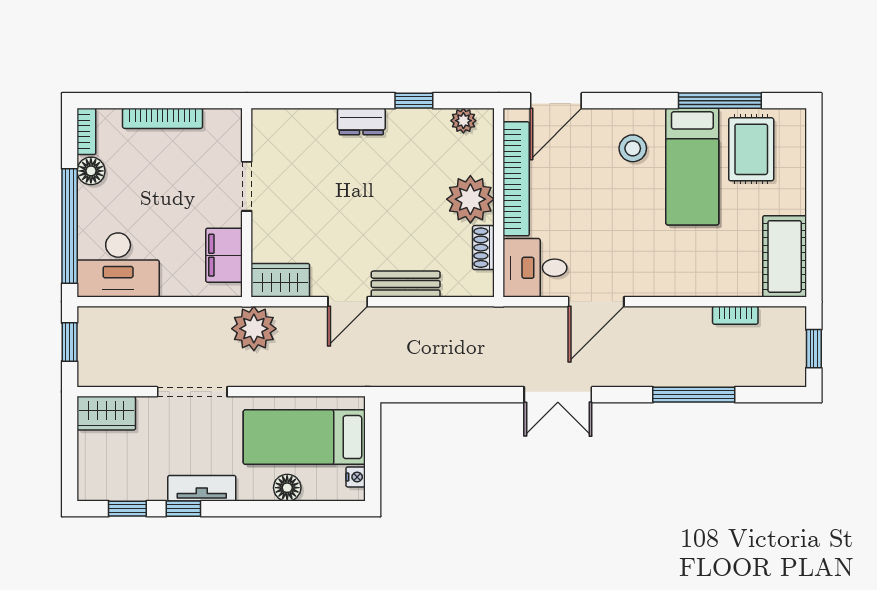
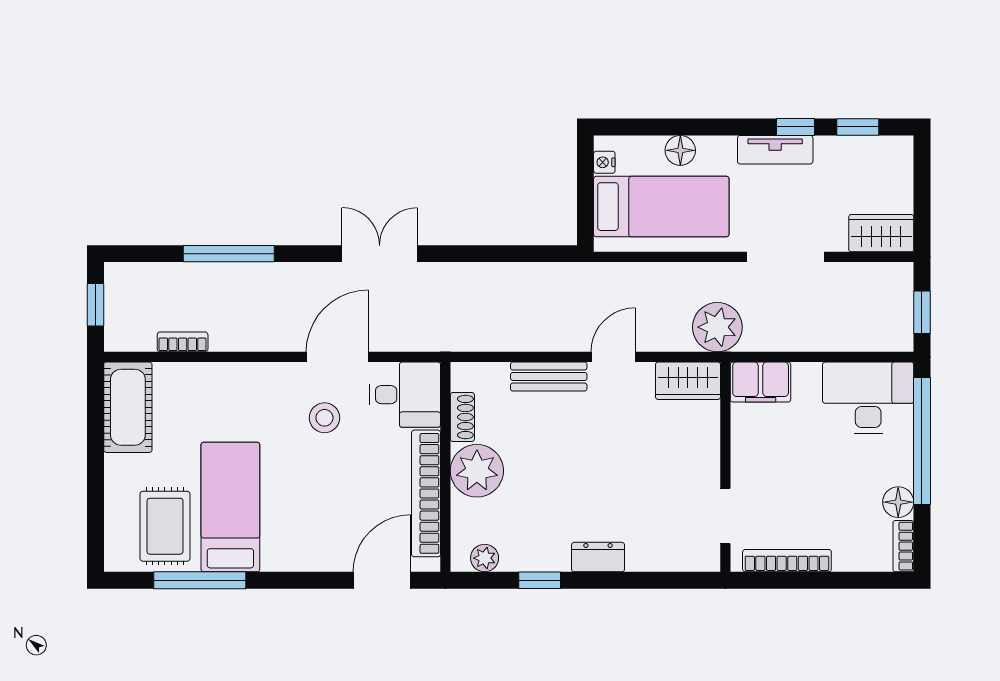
bookcase: (163, 118) -> (787, 561), moved
stool: (633, 148) -> (324, 418), moved
doorway: (247, 186) -> (725, 516), moved
filing cabinet: (224, 255) -> (761, 382), moved, turned 90

